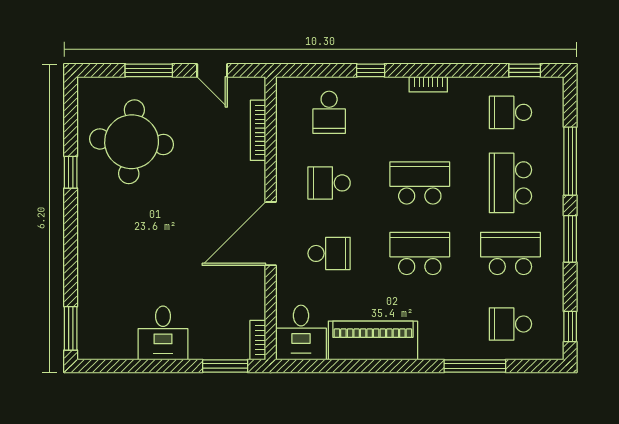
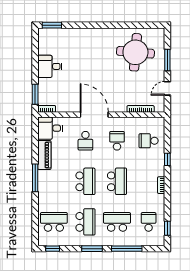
window: (71, 172) -> (122, 25), removed
school desk: (510, 324) -> (54, 222), width x1.85
piano: (373, 340) -> (44, 155), width x0.73, depth x0.75
window: (475, 366) -> (35, 178), moved

